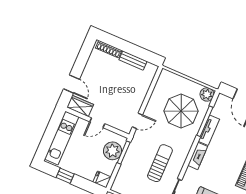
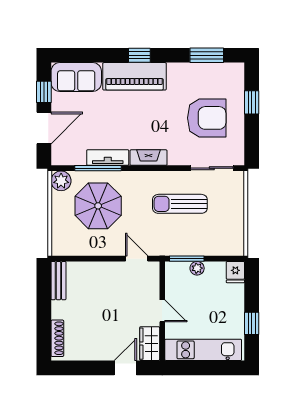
bench: (133, 61) -> (58, 281), moved
plant: (113, 151) -> (197, 268), width x0.53, depth x0.53

